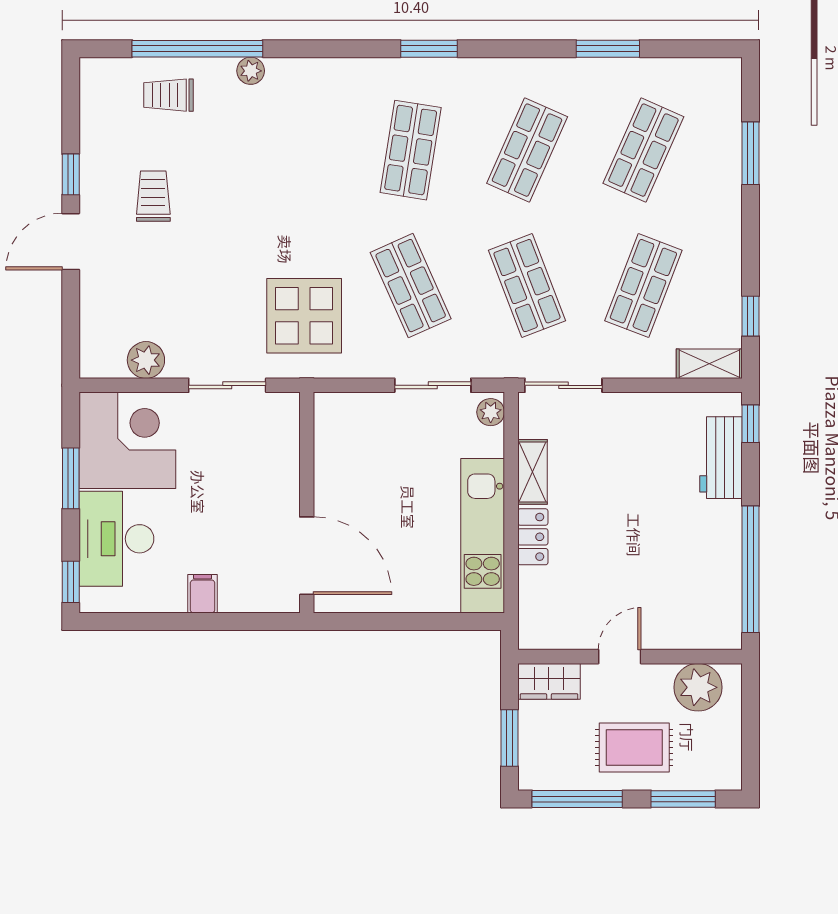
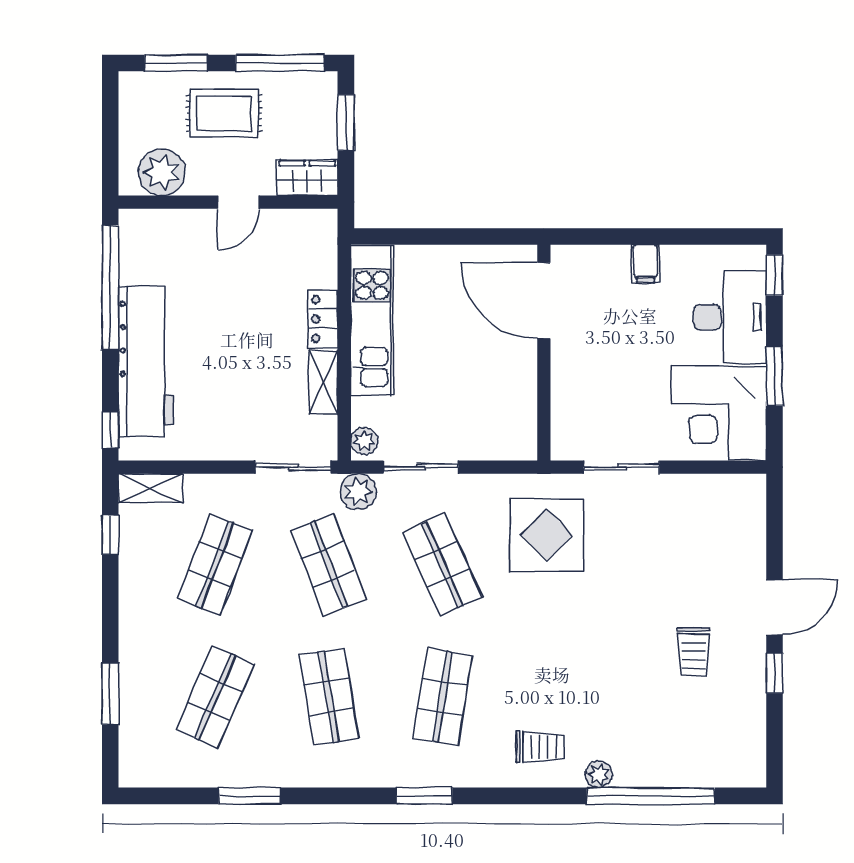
trolley: (168, 95) -> (540, 747), moved
shop shelf: (527, 150) -> (329, 697), turned -33
plant: (146, 360) -> (358, 492), moved
workbench: (721, 458) -> (146, 361), width x1.88, depth x1.32

